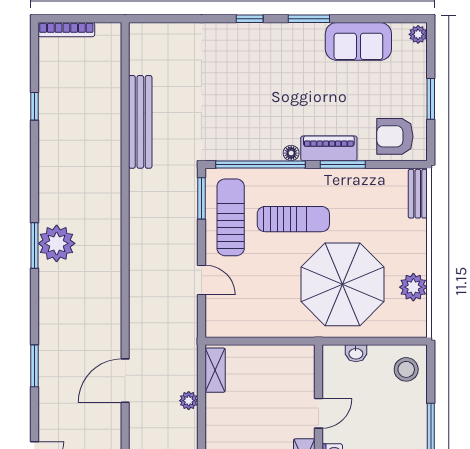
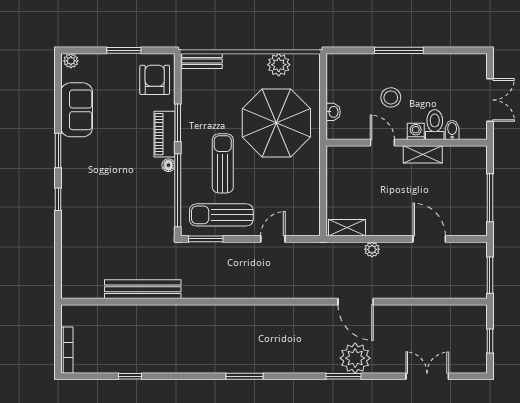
armchair: (395, 136) -> (155, 80), turned 180
plant: (57, 243) -> (355, 358), moved
stool: (406, 369) -> (391, 97), moved

